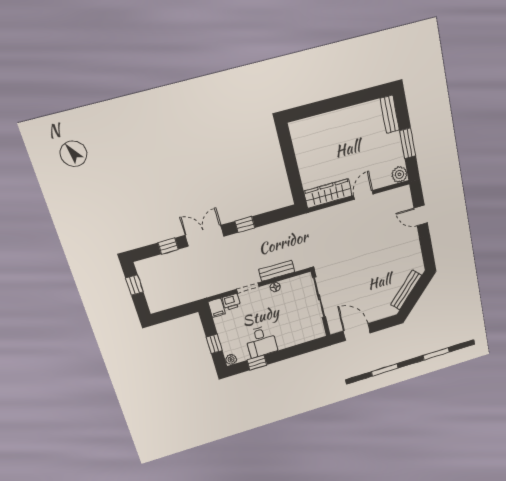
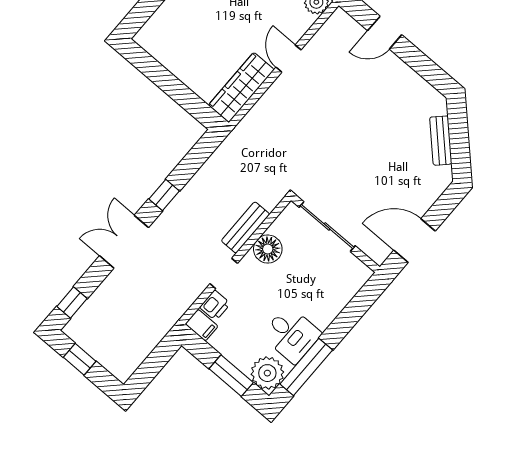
window: (168, 246) -> (72, 303), moved
floor lamp: (275, 287) -> (268, 249), width x1.89, depth x1.89
bench: (406, 290) -> (441, 141), width x0.73
window: (214, 344) -> (231, 376), width x1.50
plant: (231, 359) -> (267, 373), width x1.87, depth x1.87
window: (257, 362) -> (306, 367), width x2.17

